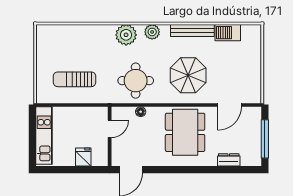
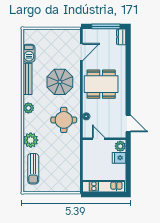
plant: (126, 35) -> (31, 140), moved
sun lounger: (74, 79) -> (33, 169), moved
door: (230, 105) -> (81, 52), hinge flipped
plant: (99, 159) -> (120, 146), added
dresser: (229, 160) -> (121, 37), moved

